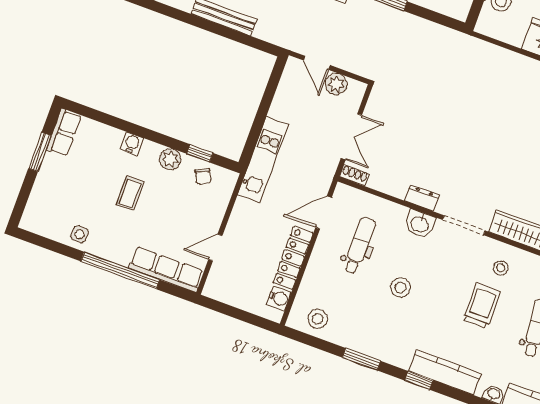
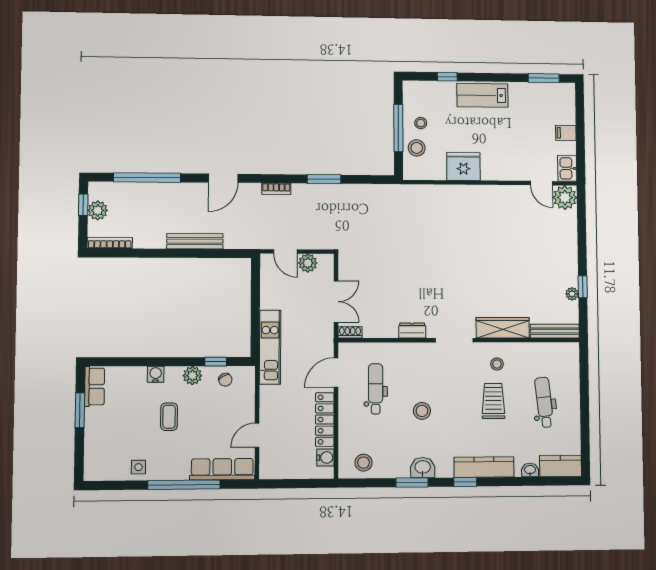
washbasin: (420, 224) -> (423, 468), moved, turned 180

